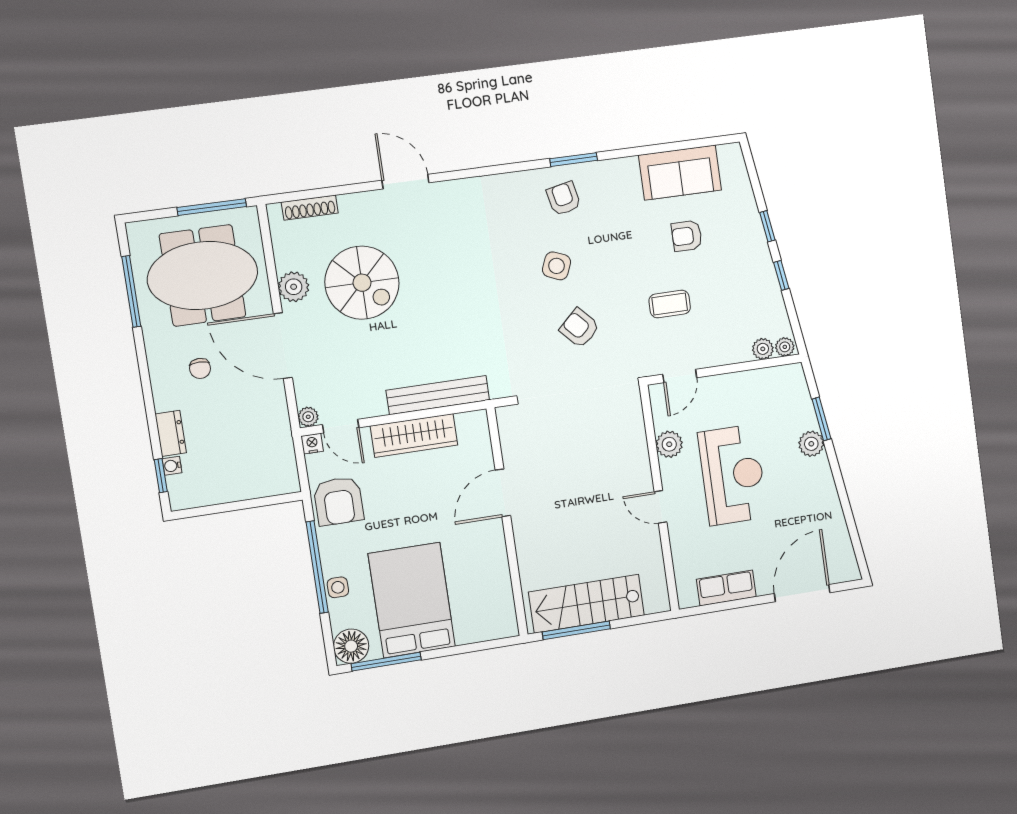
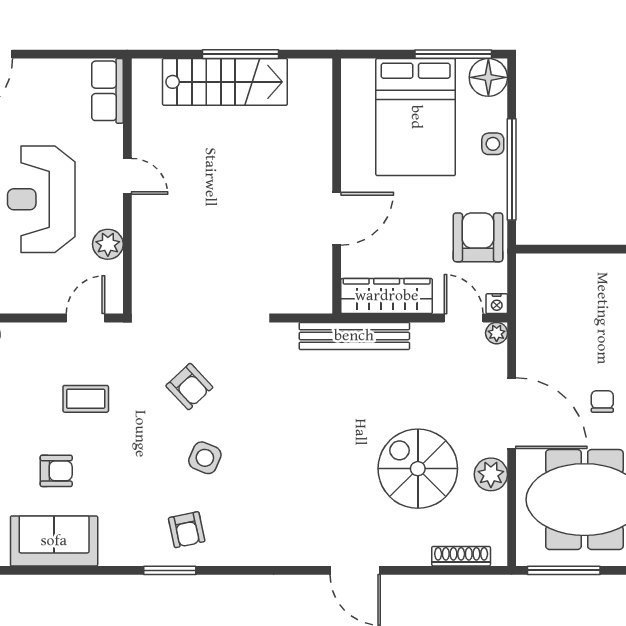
door: (503, 493) -> (337, 219), moved
wall: (507, 522) -> (337, 186), moved
row of seats: (726, 588) -> (107, 91), moved, turned 90

